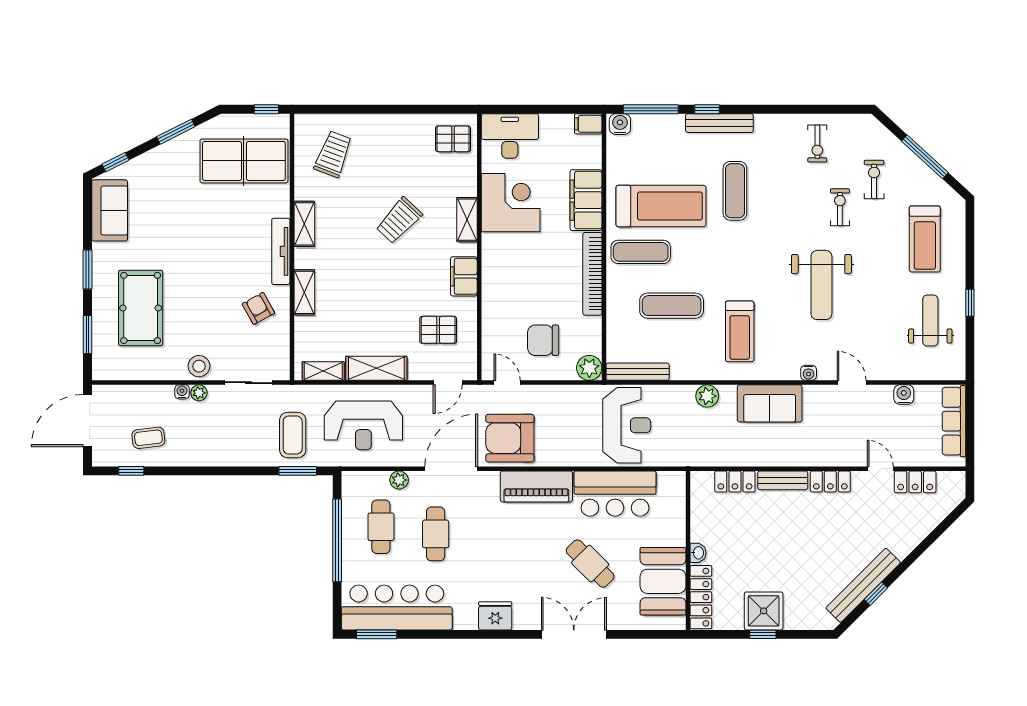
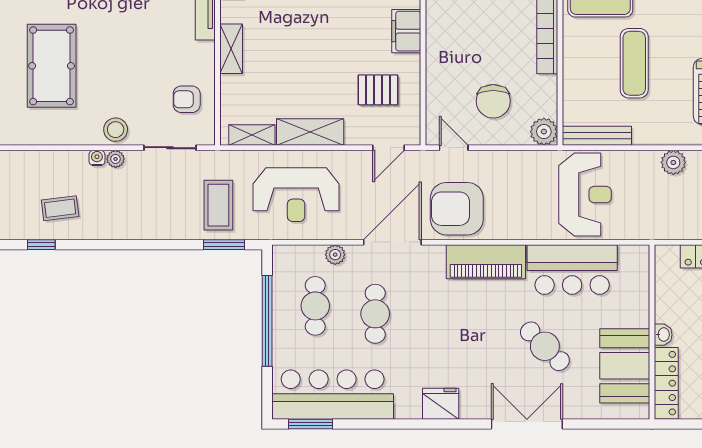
exercise mat: (672, 306) -> (634, 63), turned 90
armchair: (258, 308) -> (187, 99), moved, turned -61
chair: (543, 340) -> (493, 101), turned -90

